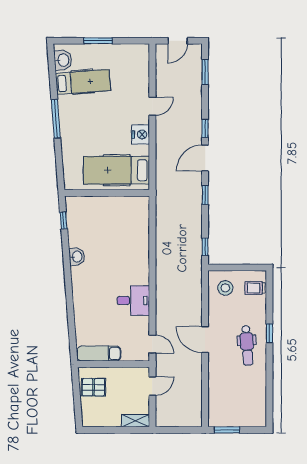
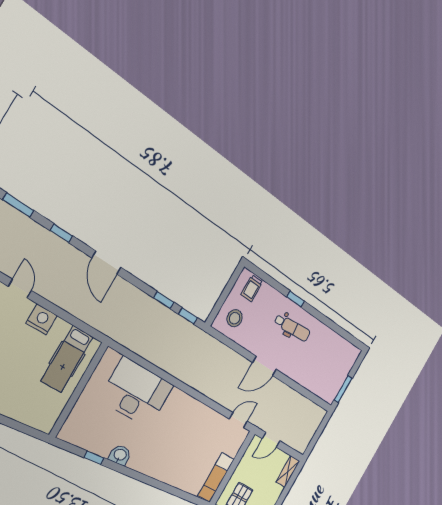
window: (205, 128) -> (61, 233), moved
hospital bed: (117, 170) -> (67, 359), width x0.73, depth x0.78
window: (205, 195) -> (164, 300), moved
window: (64, 220) -> (94, 458), moved
desk: (133, 301) -> (136, 392), moved, width x1.87, depth x1.30
door: (152, 386) -> (271, 440), swing flipped

